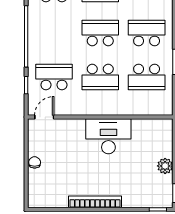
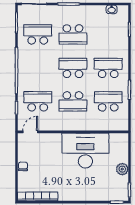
school desk: (147, 77) -> (108, 101), turned 180
desk: (108, 136) -> (85, 151), width x1.36, depth x1.30
bookcase: (95, 202) -> (38, 196), moved

